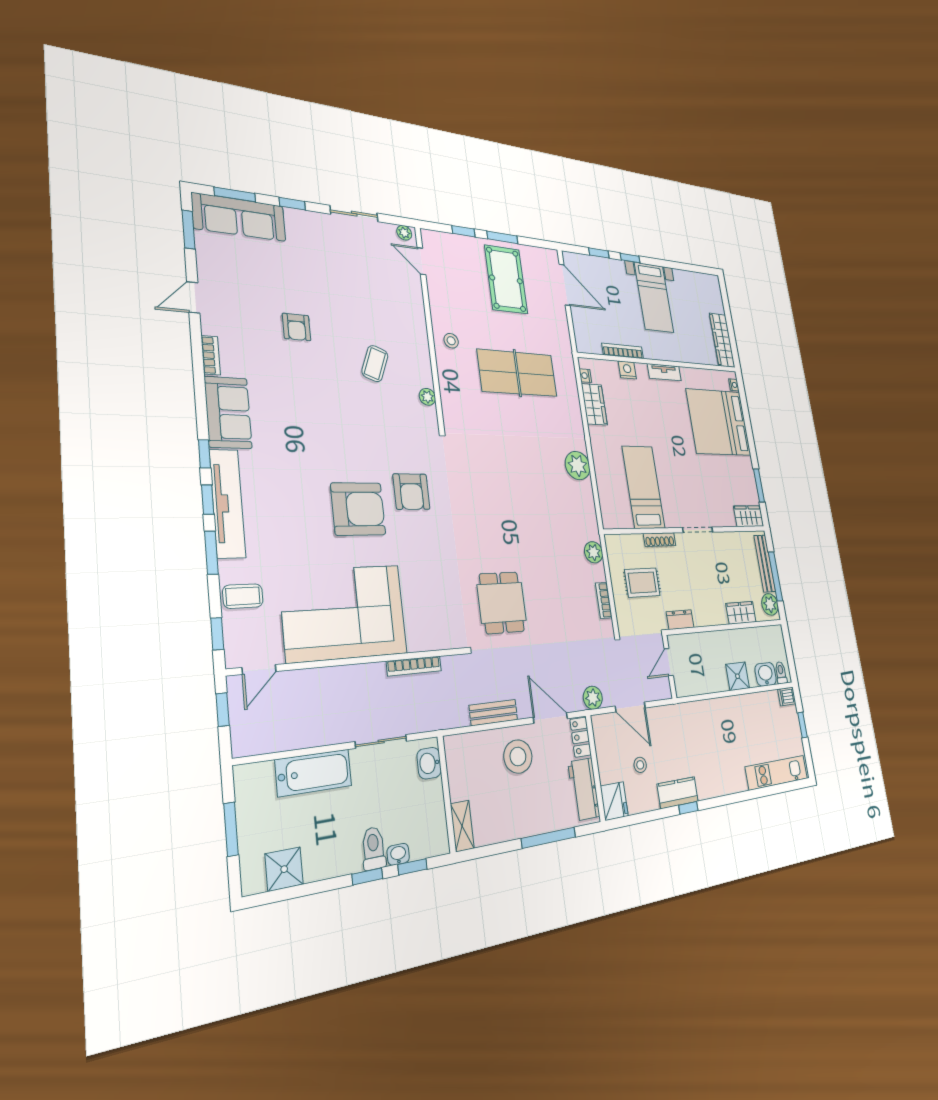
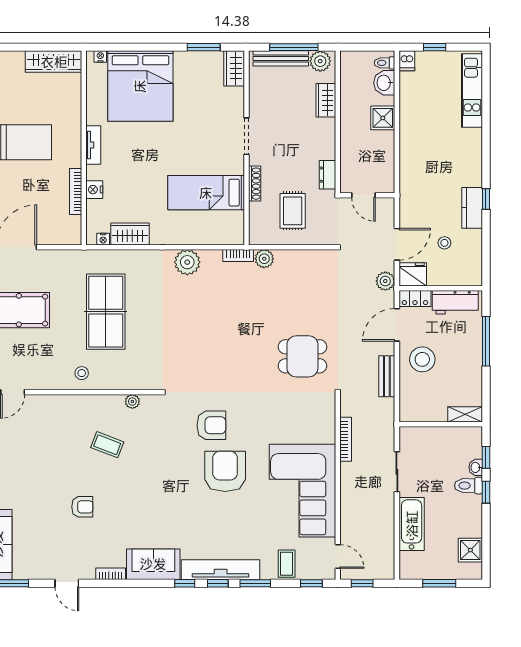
bookcase: (604, 600) -> (238, 255), moved
washbasin: (429, 763) -> (417, 436), removed
fridge: (614, 801) -> (413, 274), moved

